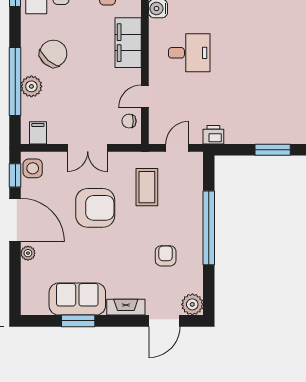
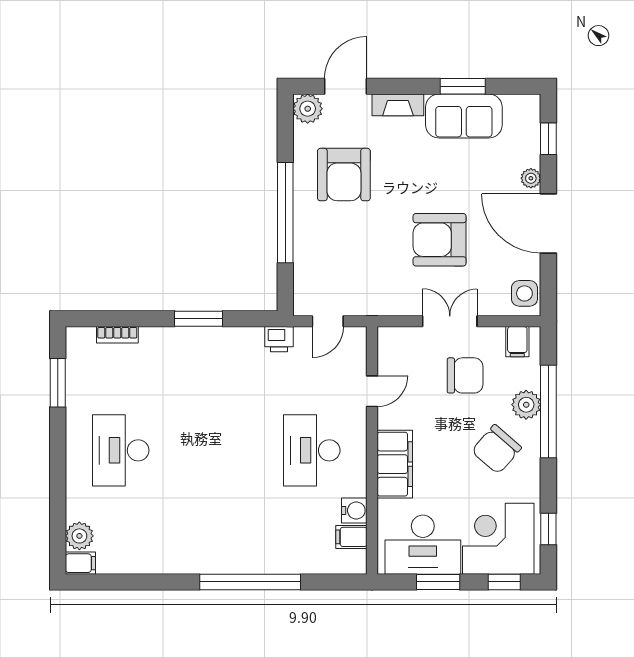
desk: (189, 53) -> (312, 450), width x1.37
chair: (129, 121) -> (465, 375), moved, width x1.87, depth x1.87
window: (15, 175) -> (548, 139), moved
coffee table: (147, 187) -> (369, 268), removed
armchair: (166, 256) -> (344, 175), width x1.88, depth x1.88

